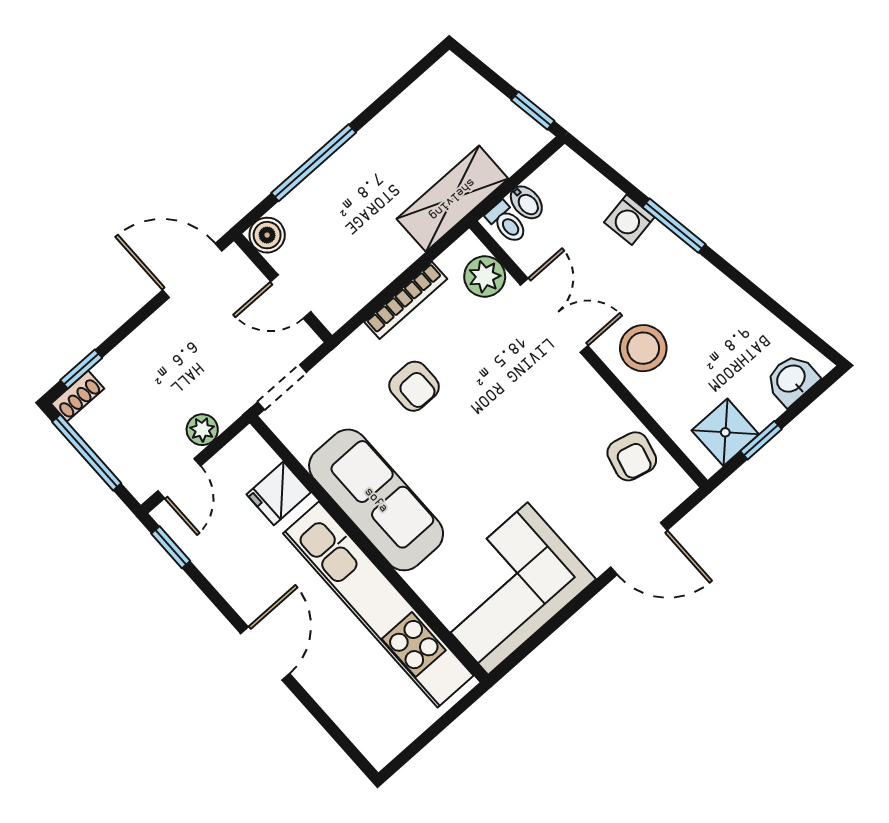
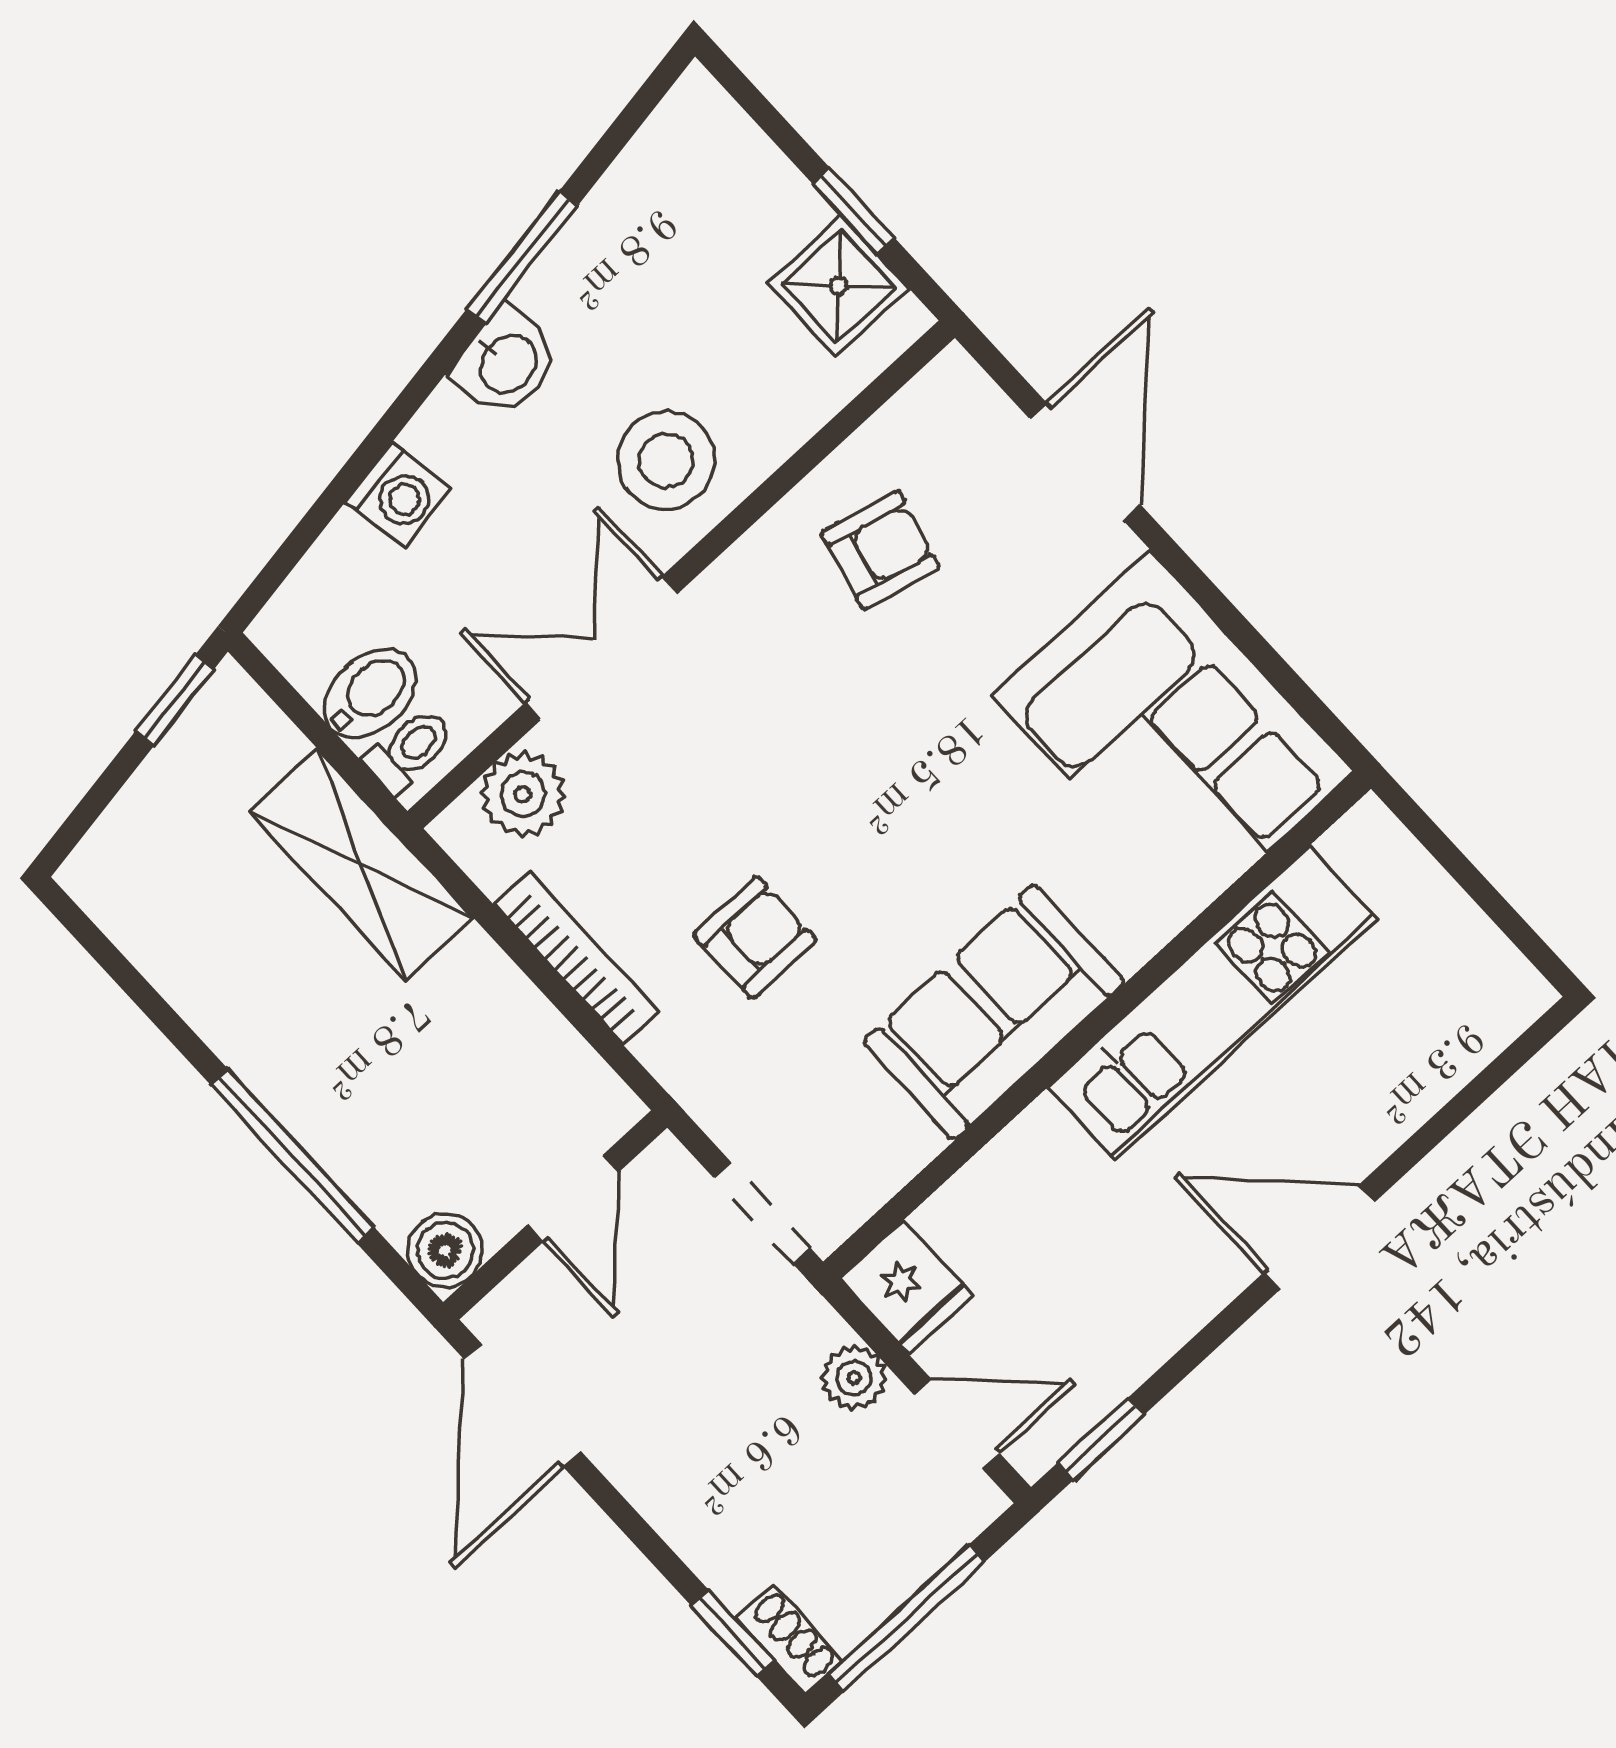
bidet: (526, 202) -> (370, 694), width x1.38, depth x1.36
window: (674, 226) -> (522, 257), moved
washbasin: (792, 379) -> (506, 363), moved, turned -99
armchair: (632, 456) -> (880, 550), moved
fridge: (279, 493) -> (906, 1287), moved
sofa: (376, 500) -> (994, 1012), width x0.73
kitchen unit: (378, 604) -> (1212, 1003), width x0.73

